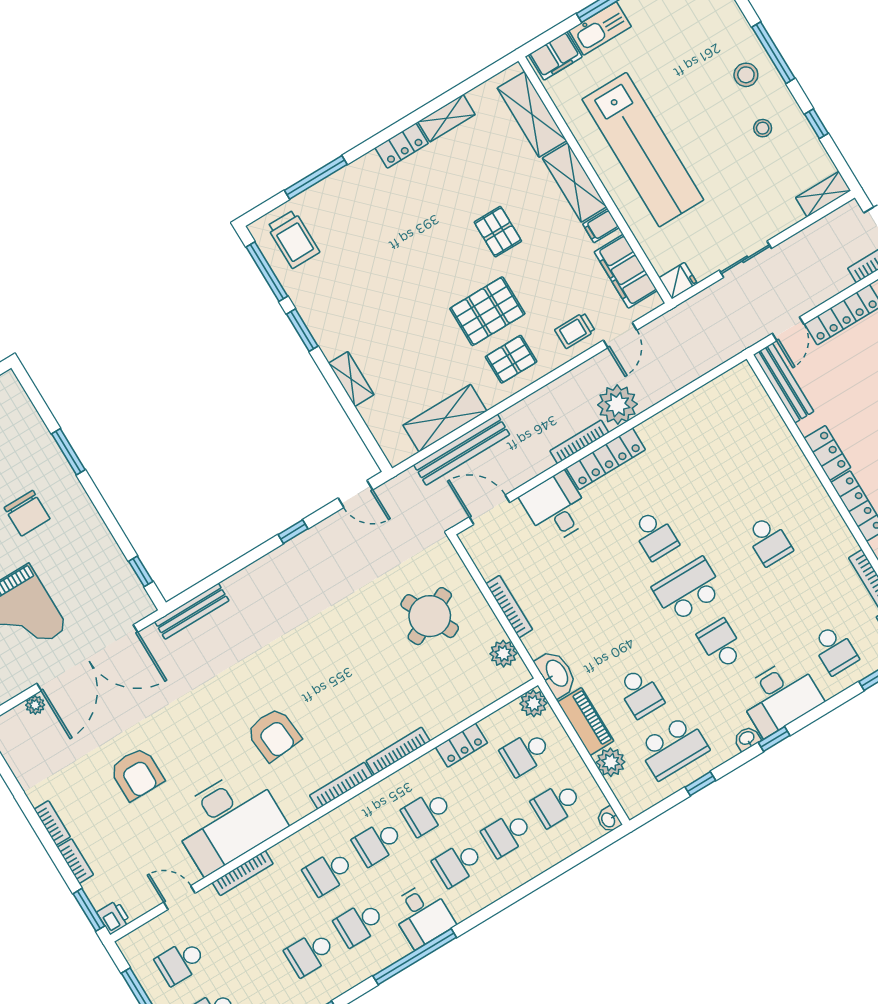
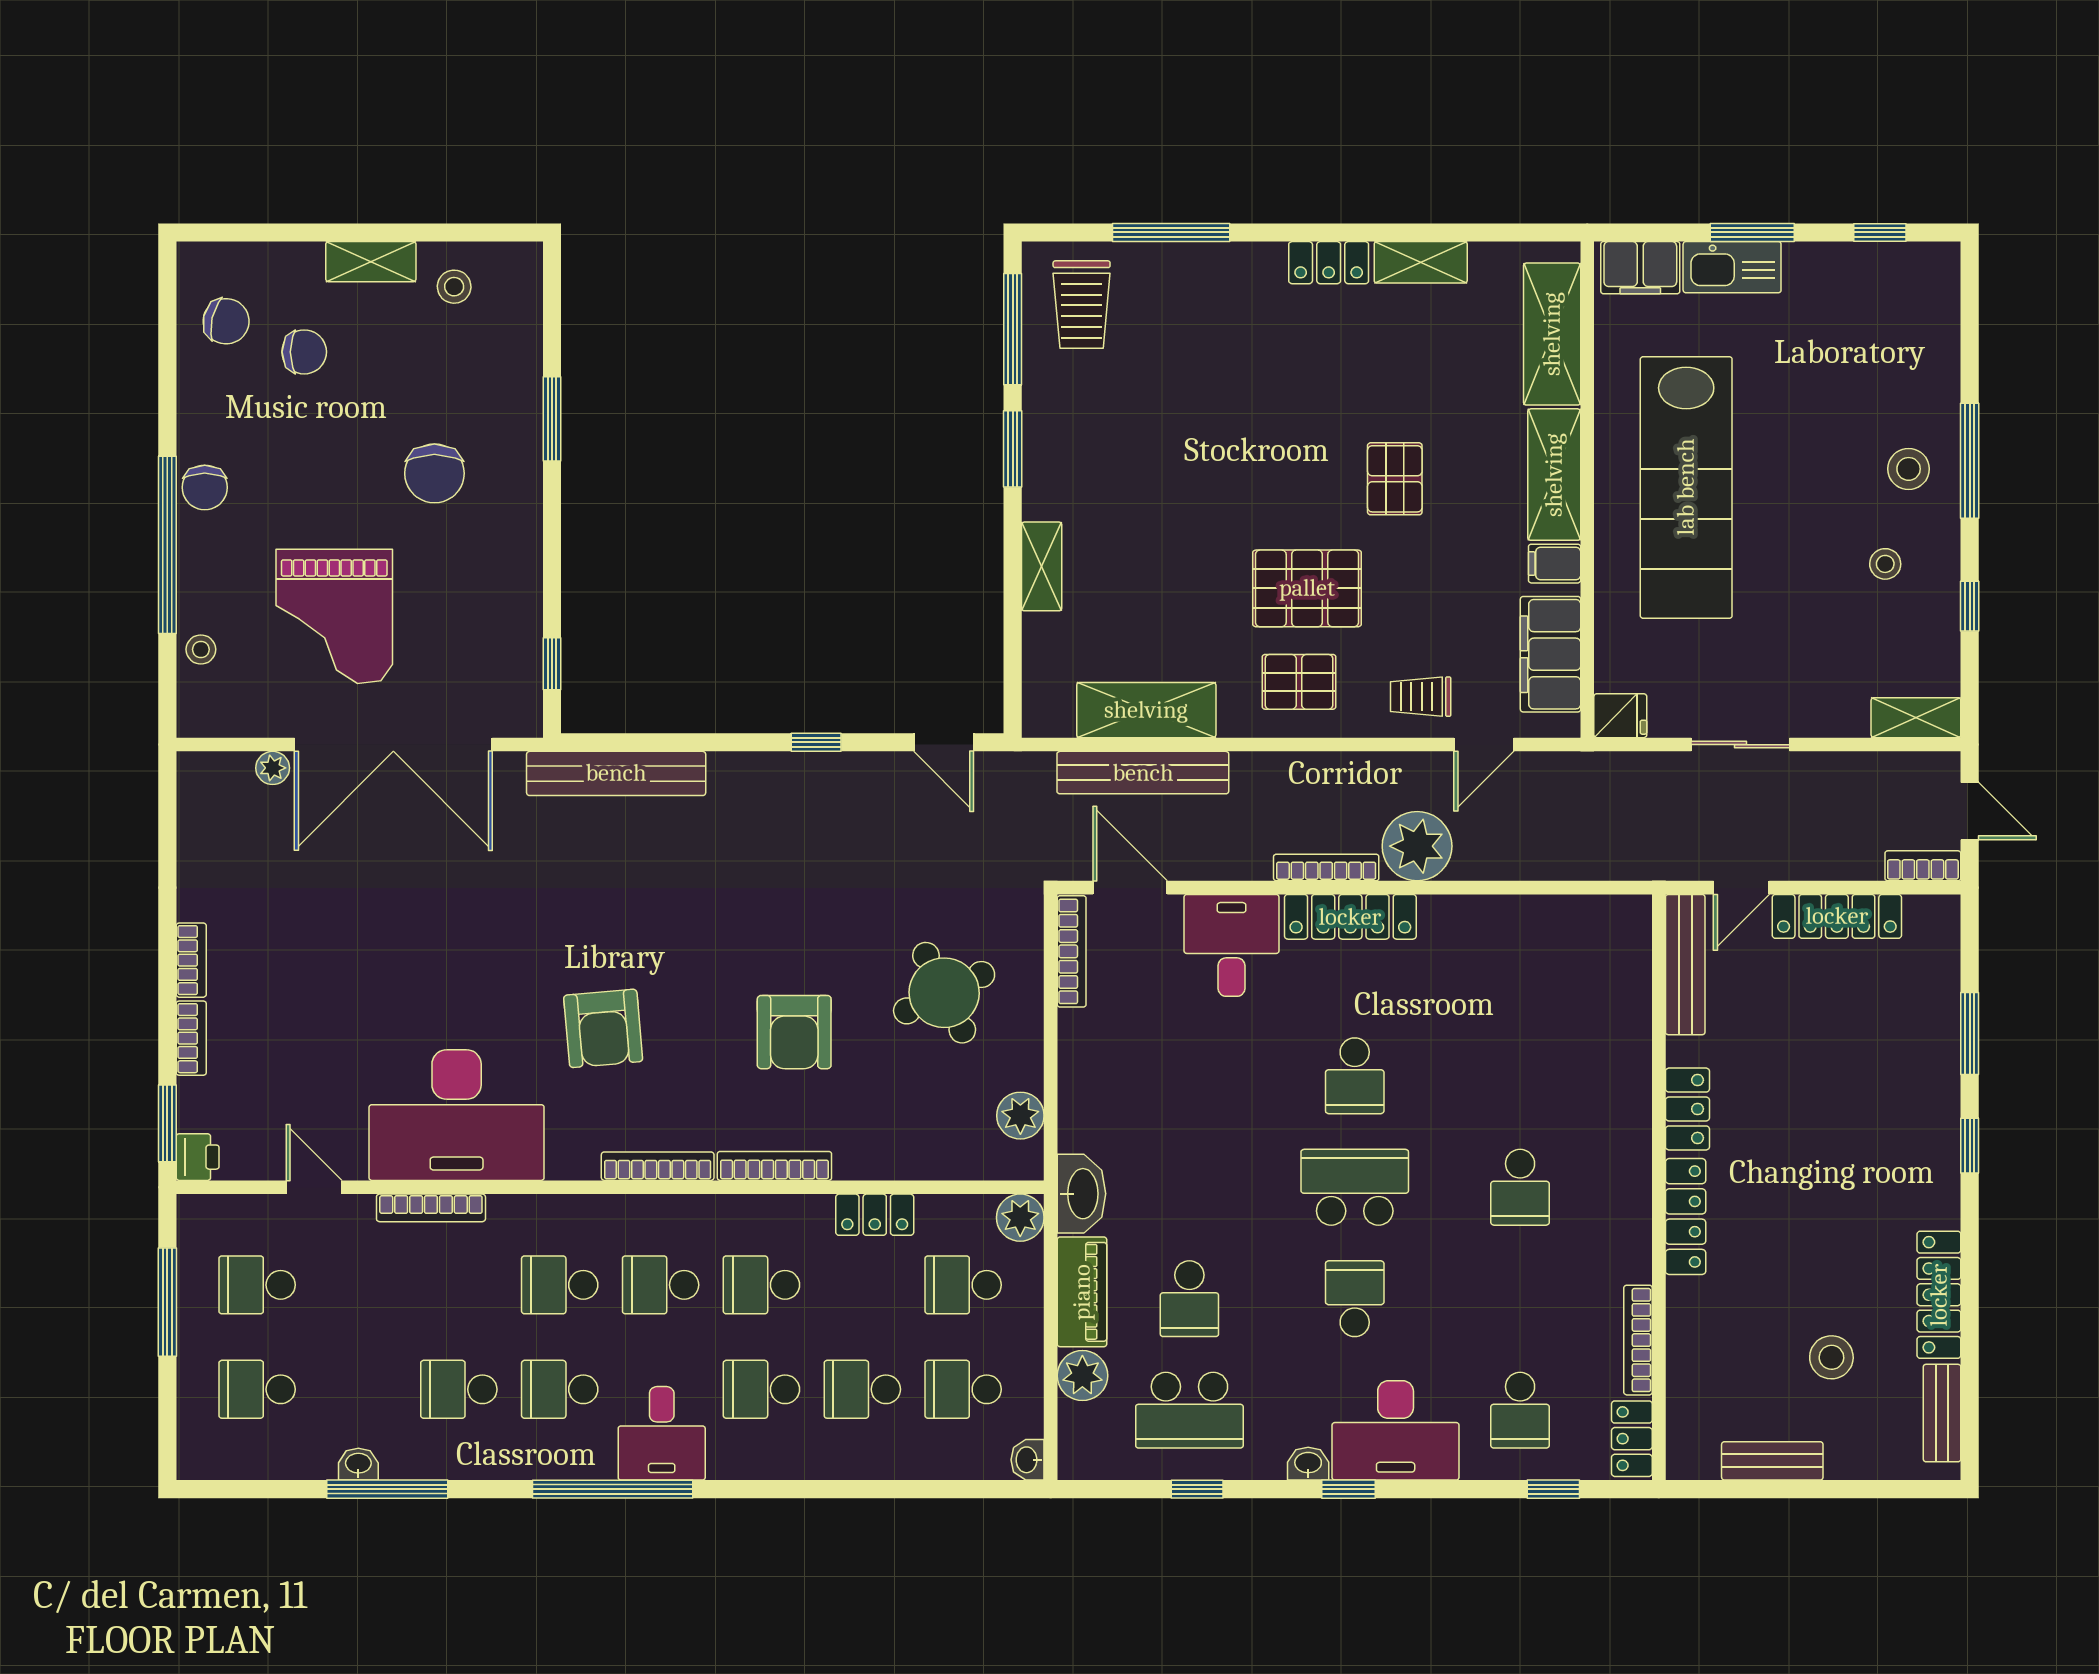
bookcase: (509, 607) -> (1072, 951), moved
bench: (192, 611) -> (616, 773), width x1.37, depth x1.21
armchair: (137, 774) -> (794, 1032), moved

